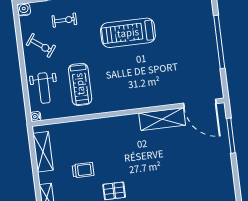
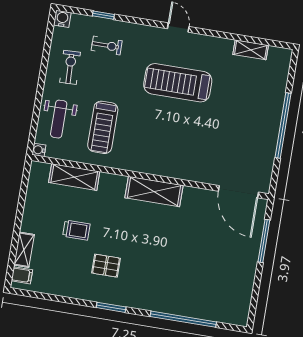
exercise bike: (41, 45) -> (70, 67), turned -128
shelving: (162, 119) -> (154, 192), moved
shelving: (43, 152) -> (74, 177), moved, turned 90

